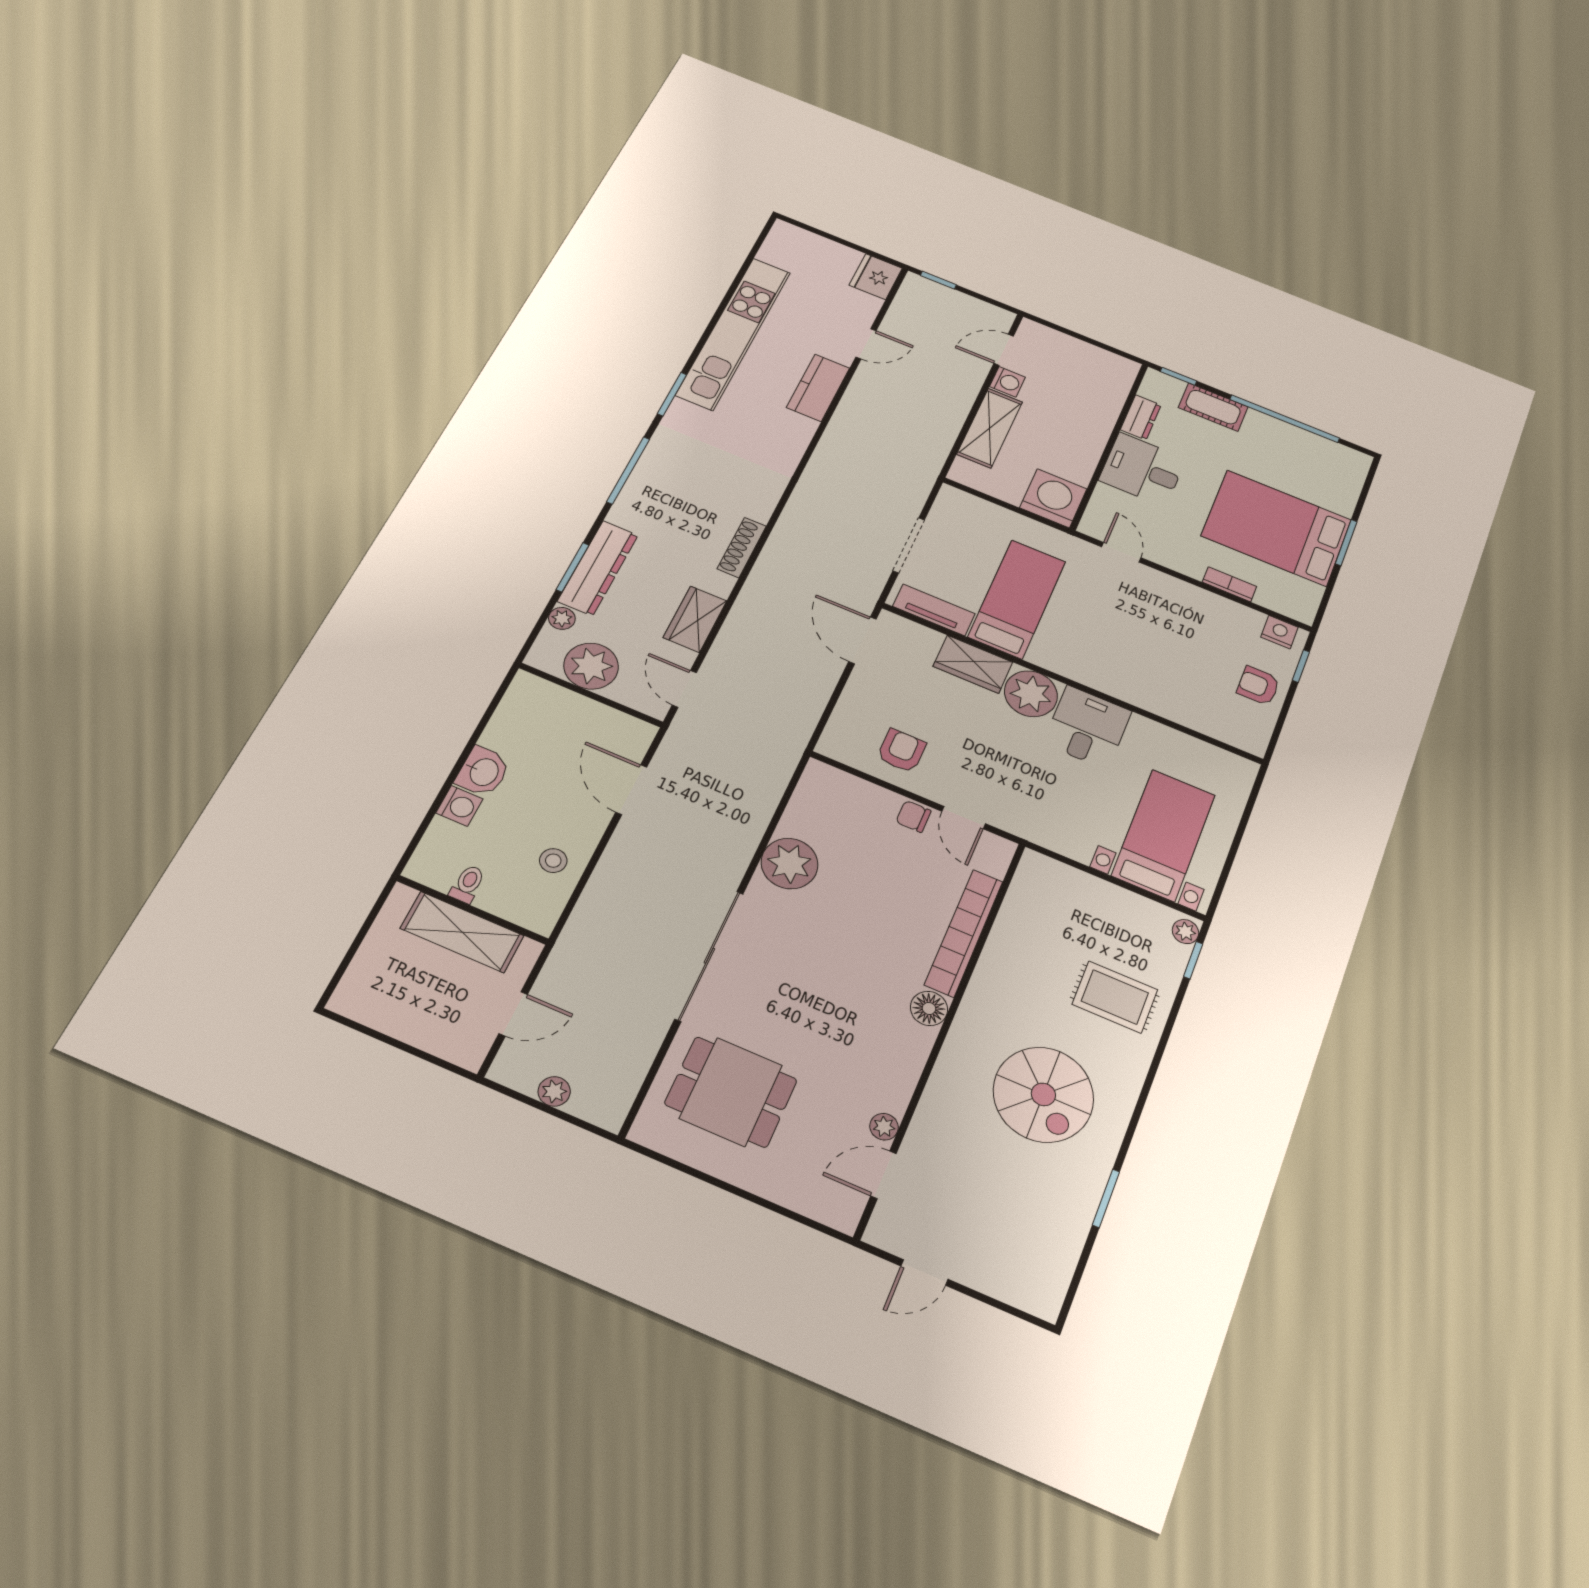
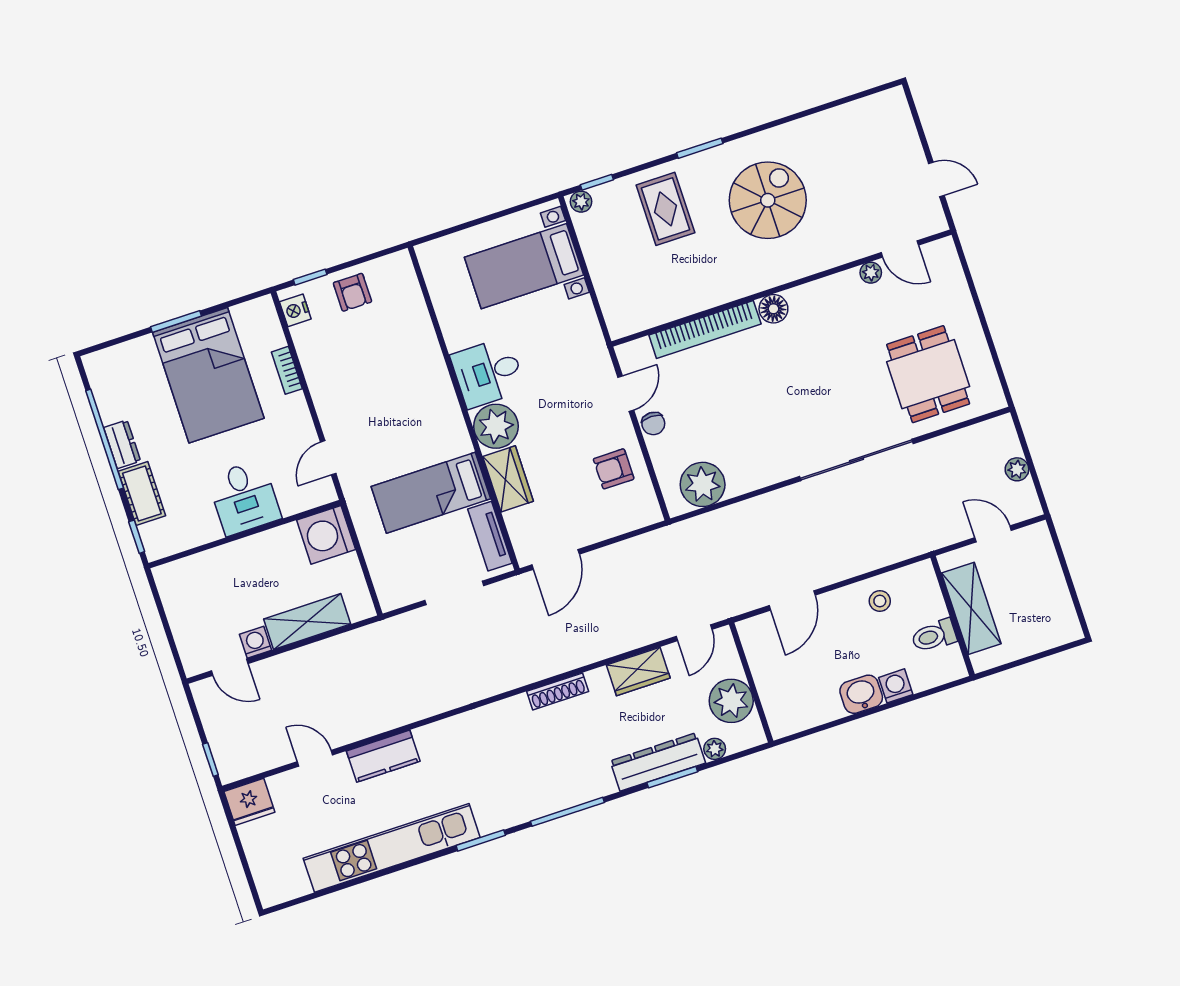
dresser: (1141, 417) -> (122, 444), moved, turned 90
plant: (790, 863) -> (703, 484), moved
toilet: (468, 884) -> (934, 636), width x1.37, depth x1.39
window: (1106, 1198) -> (700, 148), moved

